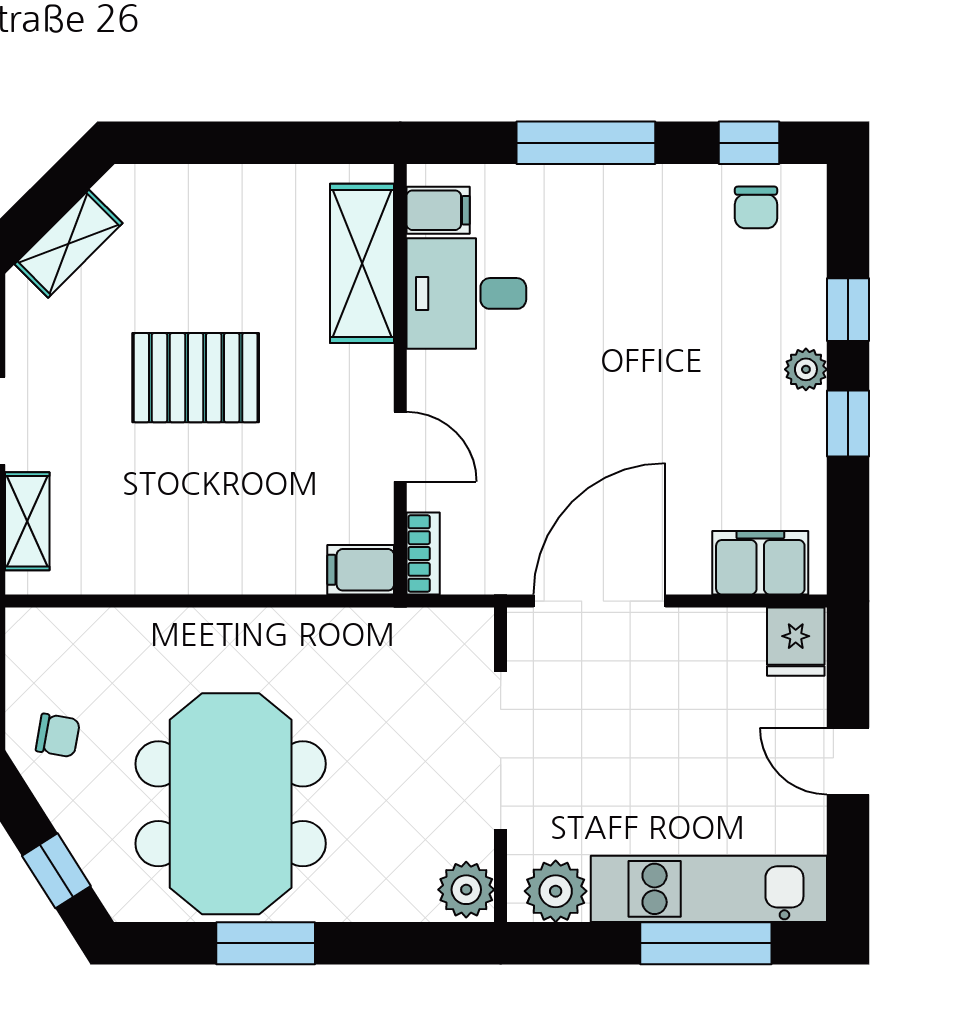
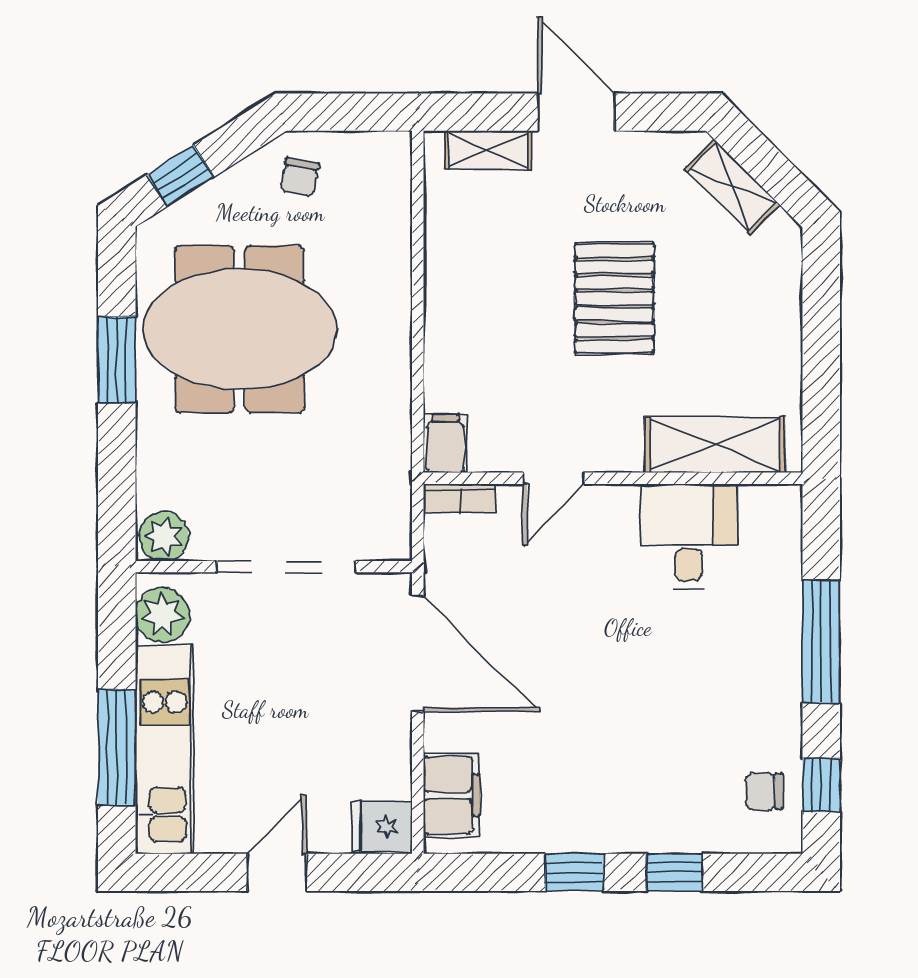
filing cabinet: (438, 210) -> (762, 512), removed
plant: (806, 369) -> (622, 835), removed

